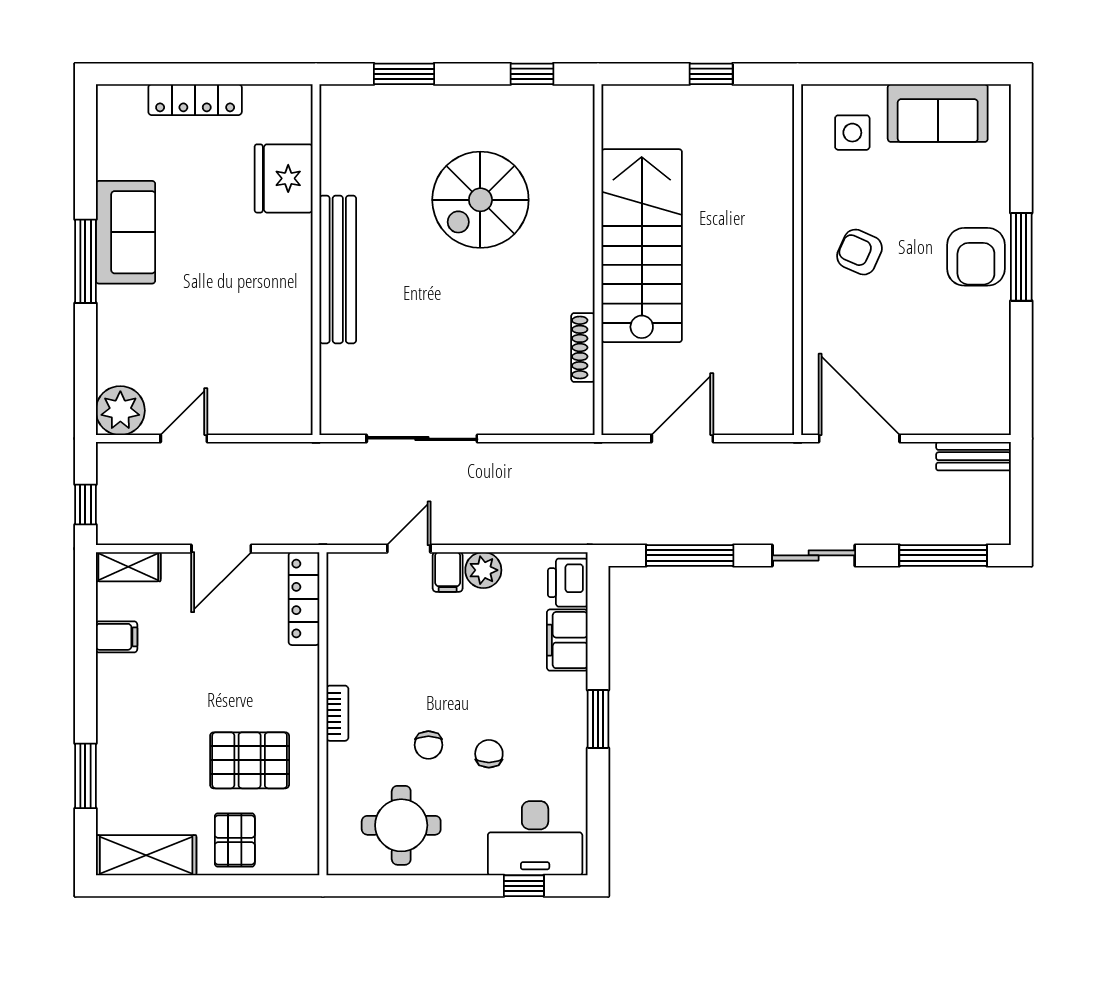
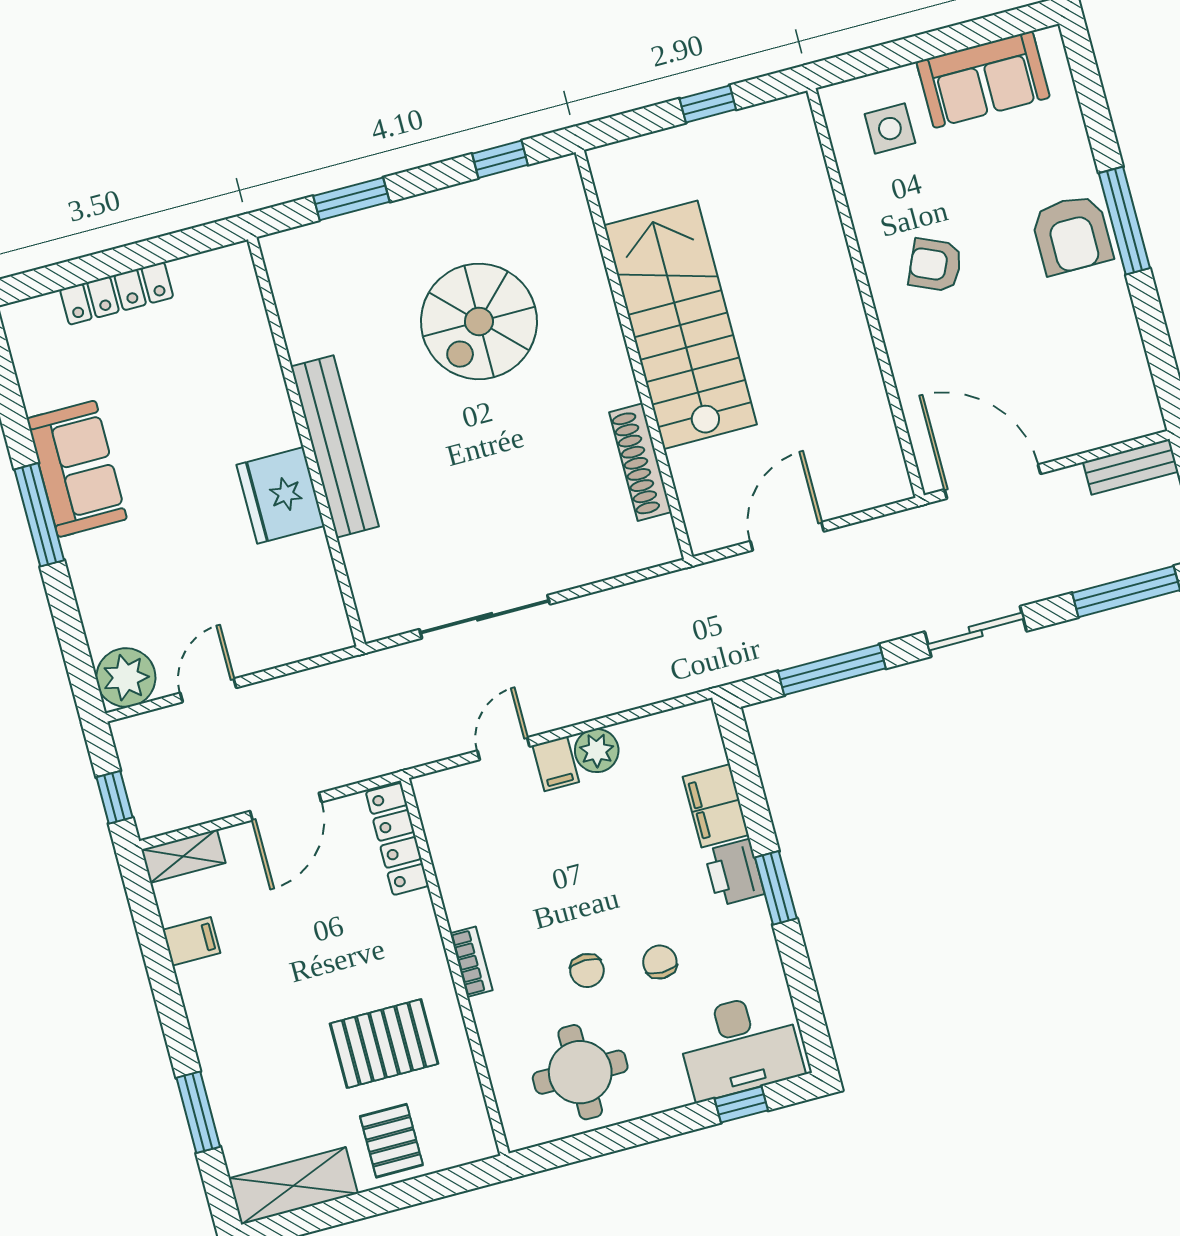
fridge: (284, 178) -> (280, 495), moved
shoe rack: (583, 348) -> (640, 462), width x1.36, depth x1.24
printer: (568, 583) -> (734, 872), moved

